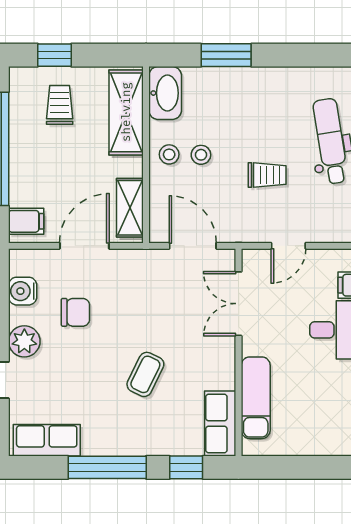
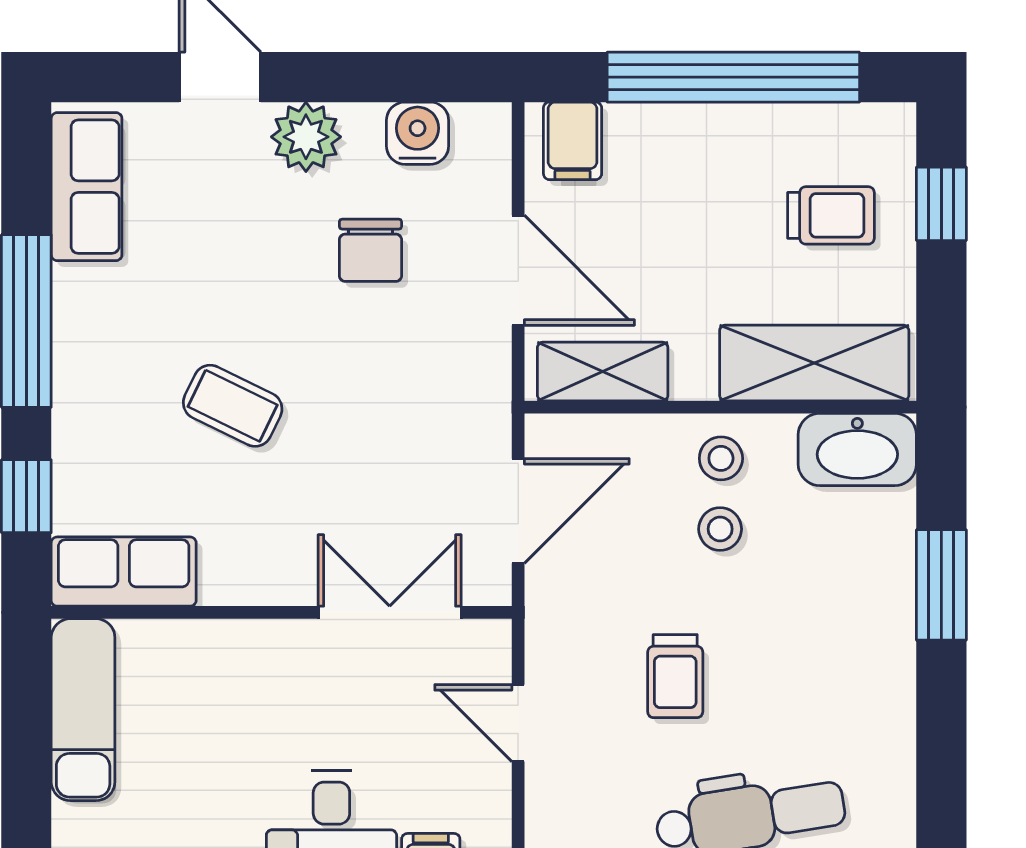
exam couch: (256, 398) -> (83, 710), moved, turned -90

